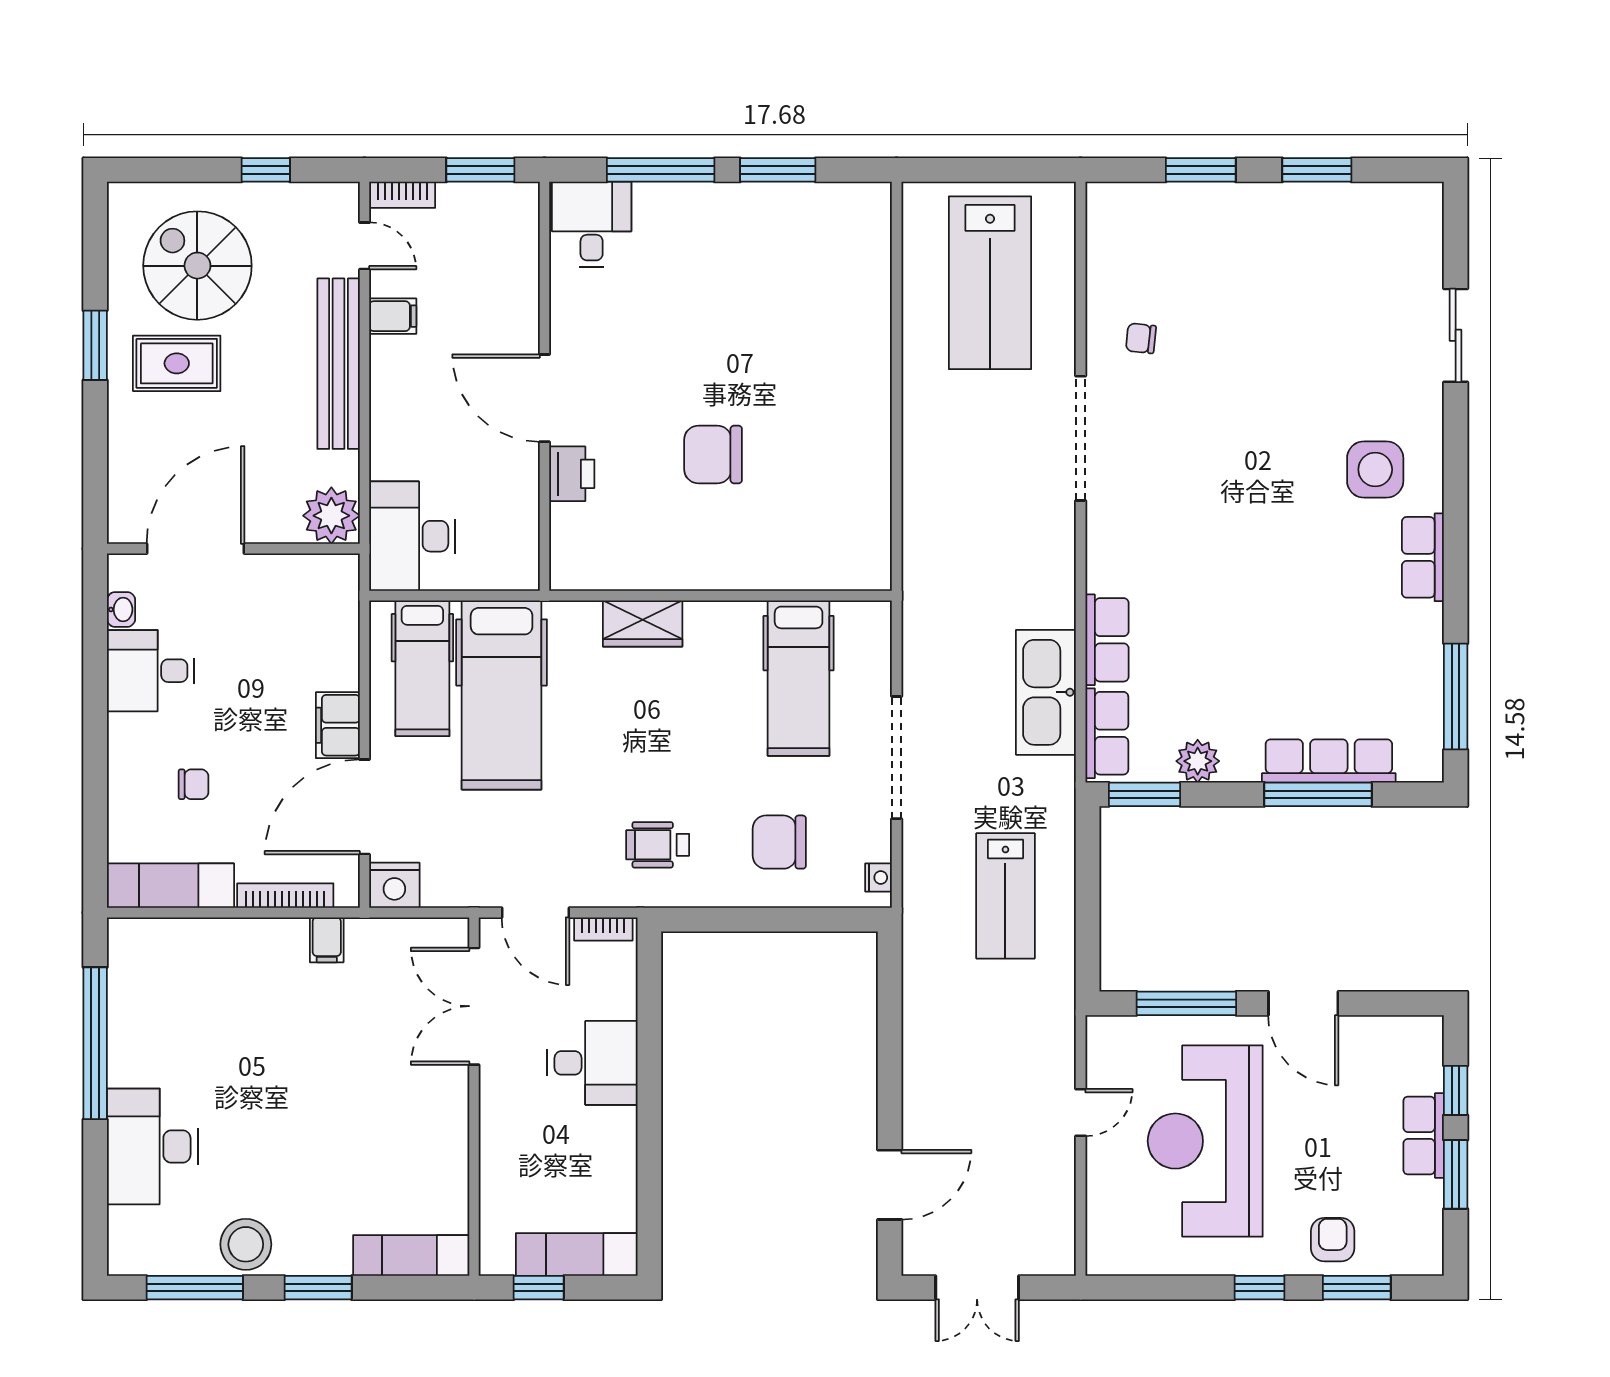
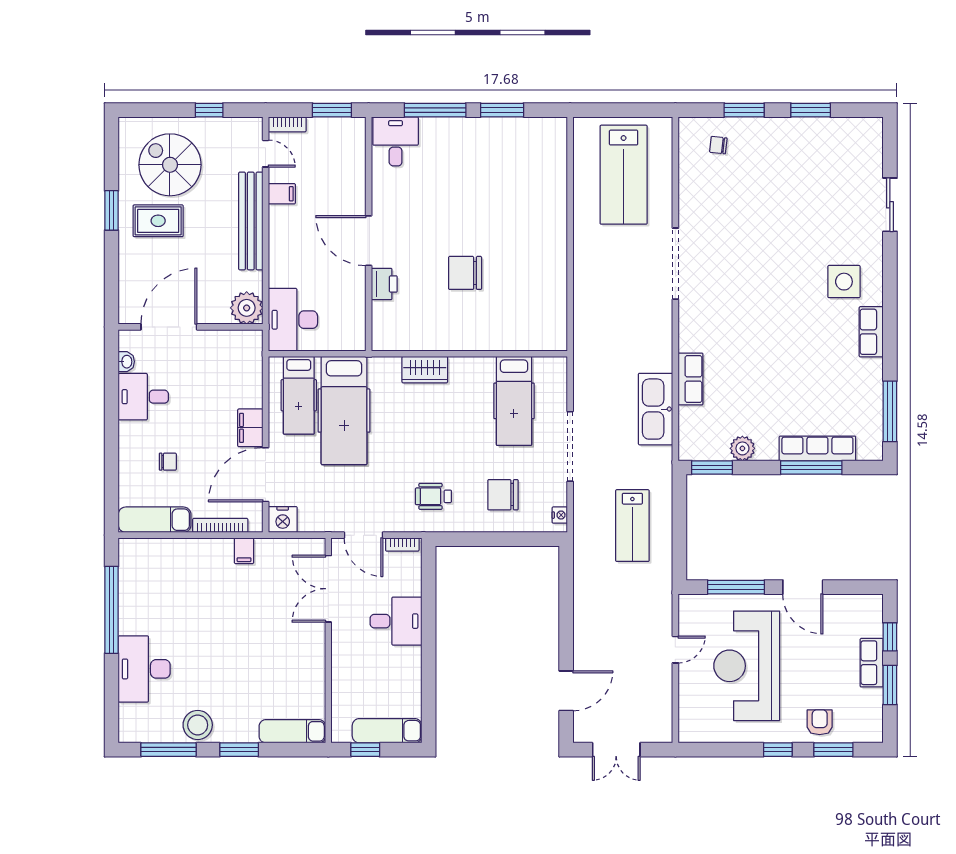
chair: (1141, 338) -> (718, 145), moved
row of seats: (1107, 733) -> (690, 432), removed

